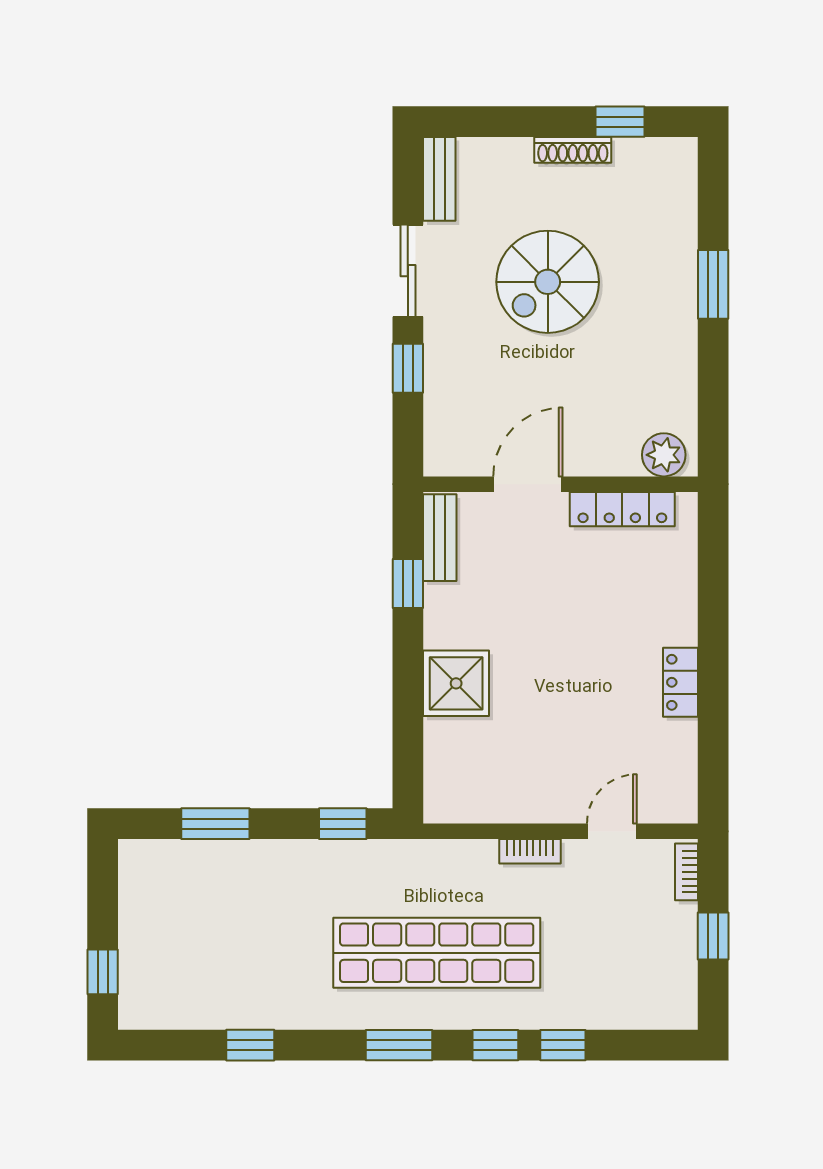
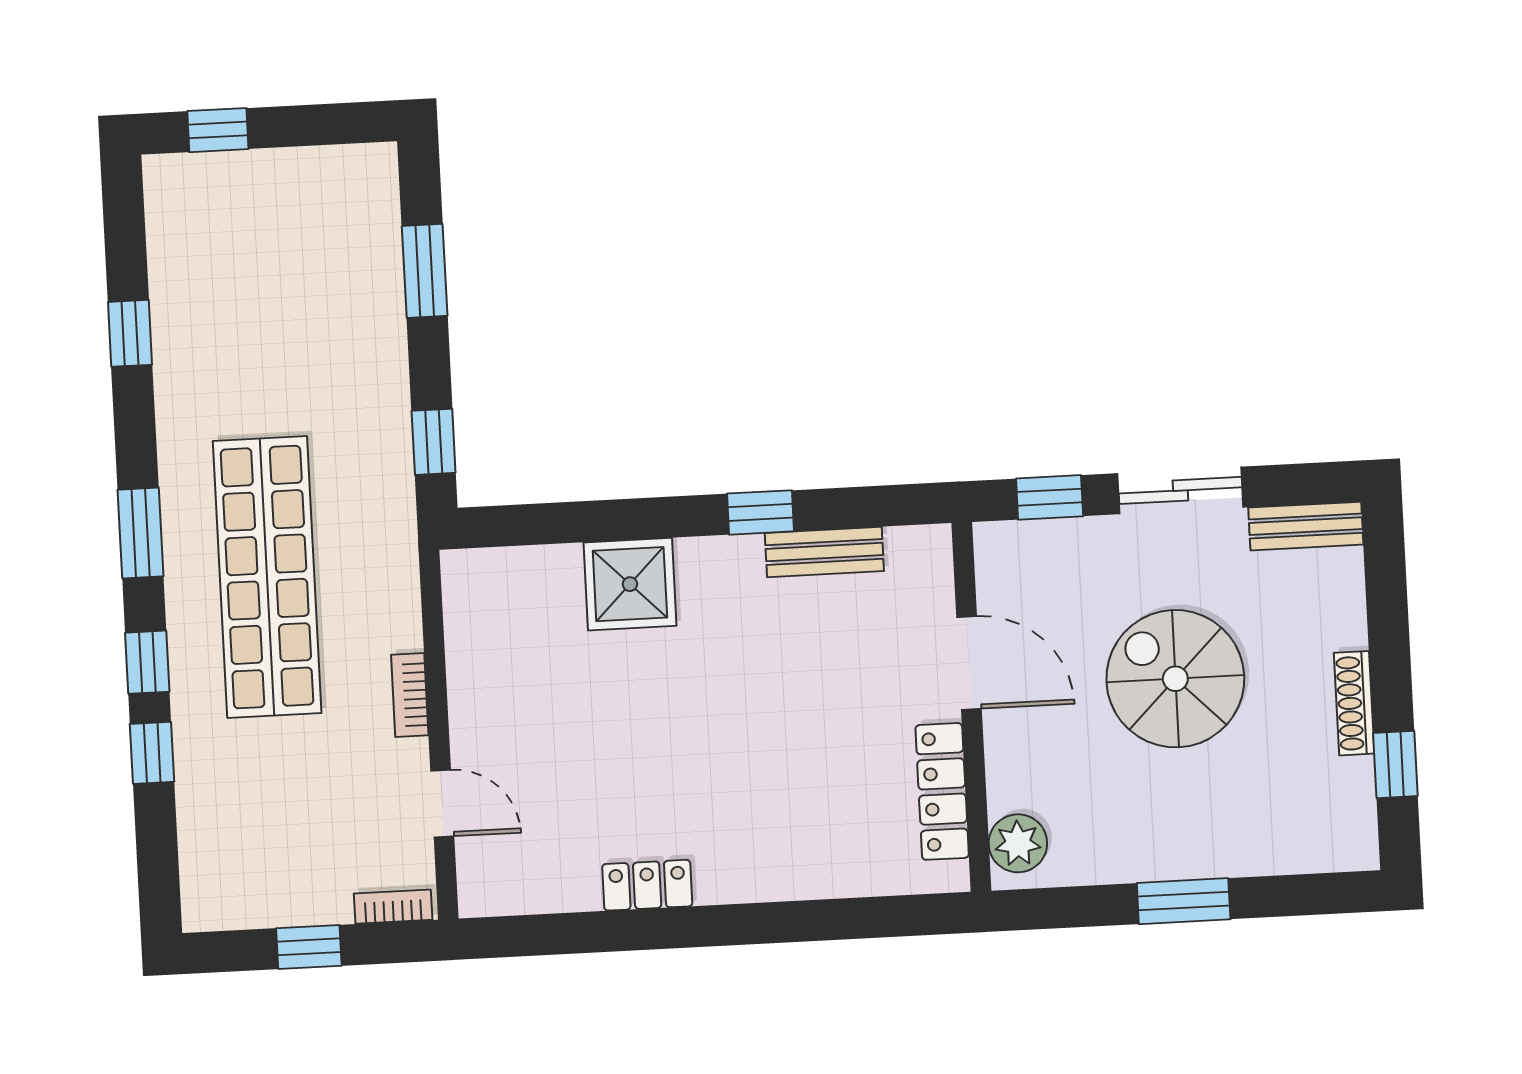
plant: (664, 455) -> (1018, 843), moved
door: (528, 484) -> (969, 663), moved
wall: (561, 484) -> (971, 707), moved
locker: (622, 509) -> (942, 791), moved

